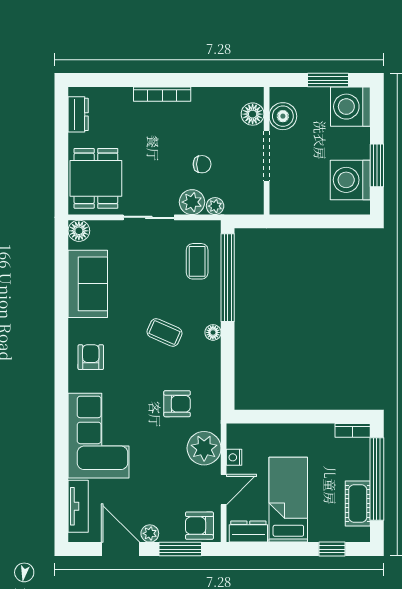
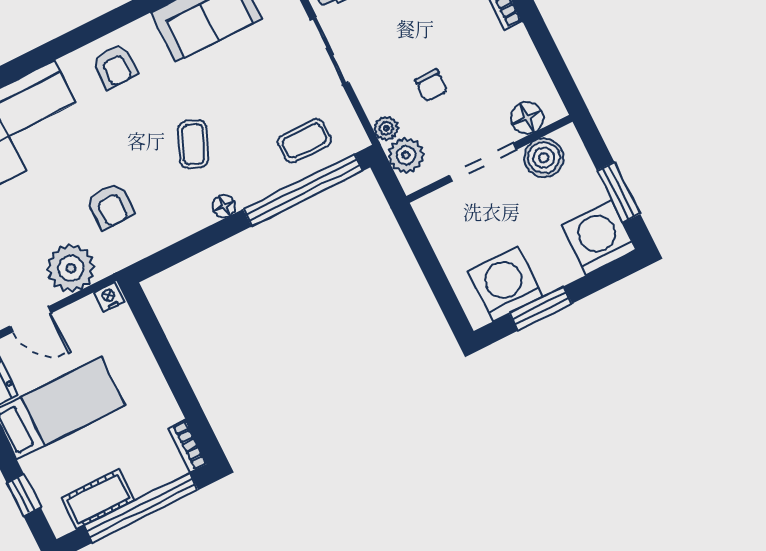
plant: (192, 202) -> (406, 155), moved
armchair: (91, 357) -> (115, 66), turned 90
nightstand: (234, 457) -> (109, 297), moved

